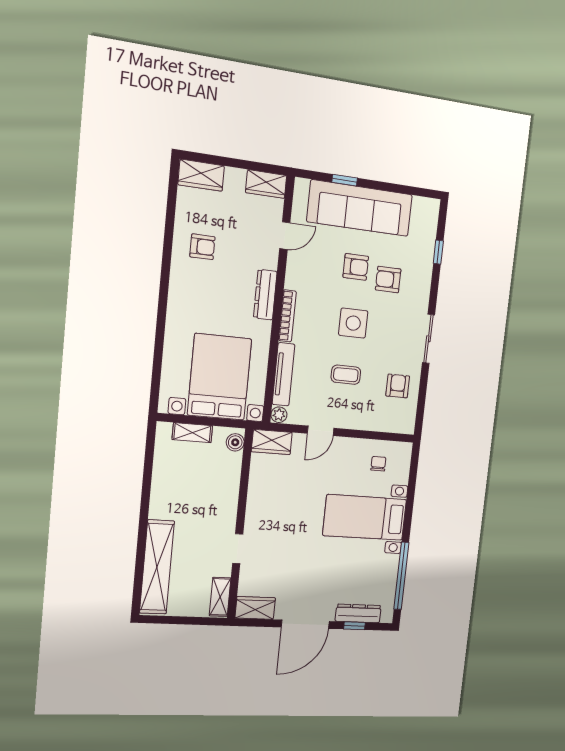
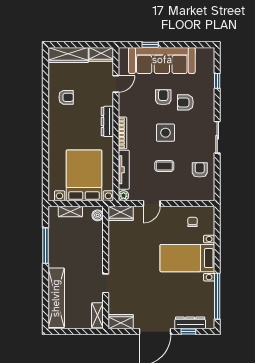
wardrobe: (201, 175) -> (68, 55), width x1.50
armchair: (356, 267) -> (163, 97), turned -90
window: (147, 484) -> (46, 246), added

